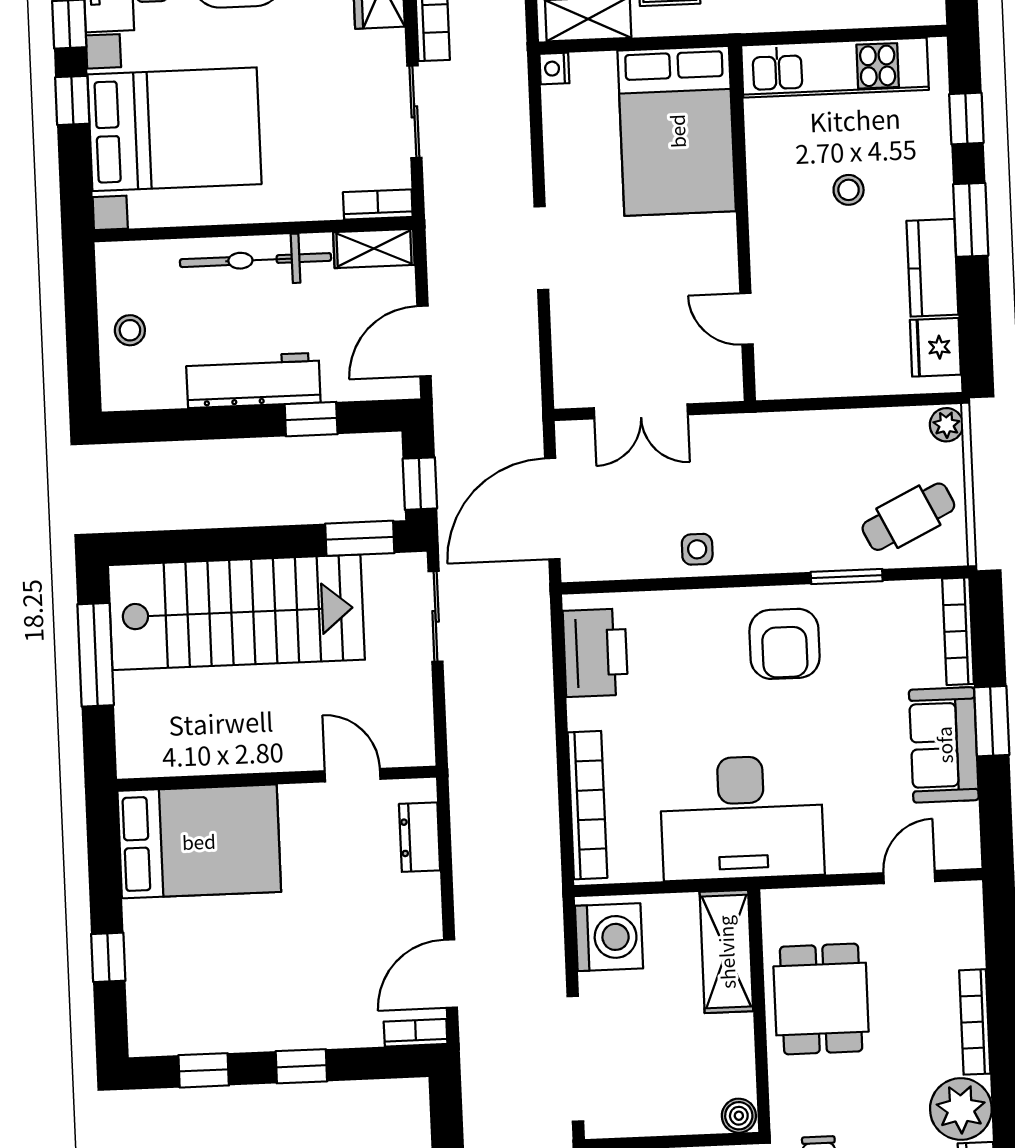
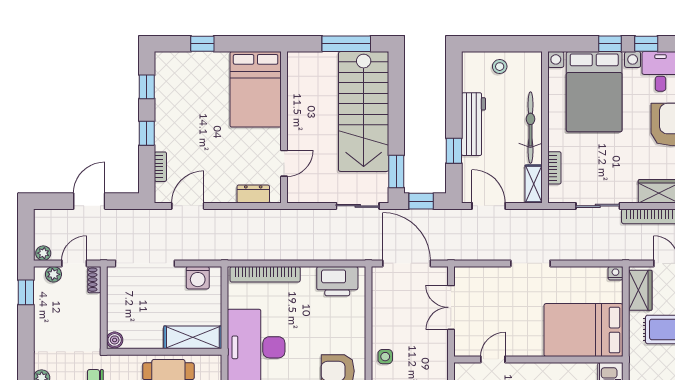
bookcase: (378, 204) -> (554, 168), moved
side table: (697, 549) -> (385, 357), moved
washing machine: (609, 937) -> (198, 278), width x0.73, depth x0.73
door: (451, 974) -> (188, 206), hinge flipped
bookcase: (416, 1033) -> (160, 167), moved

